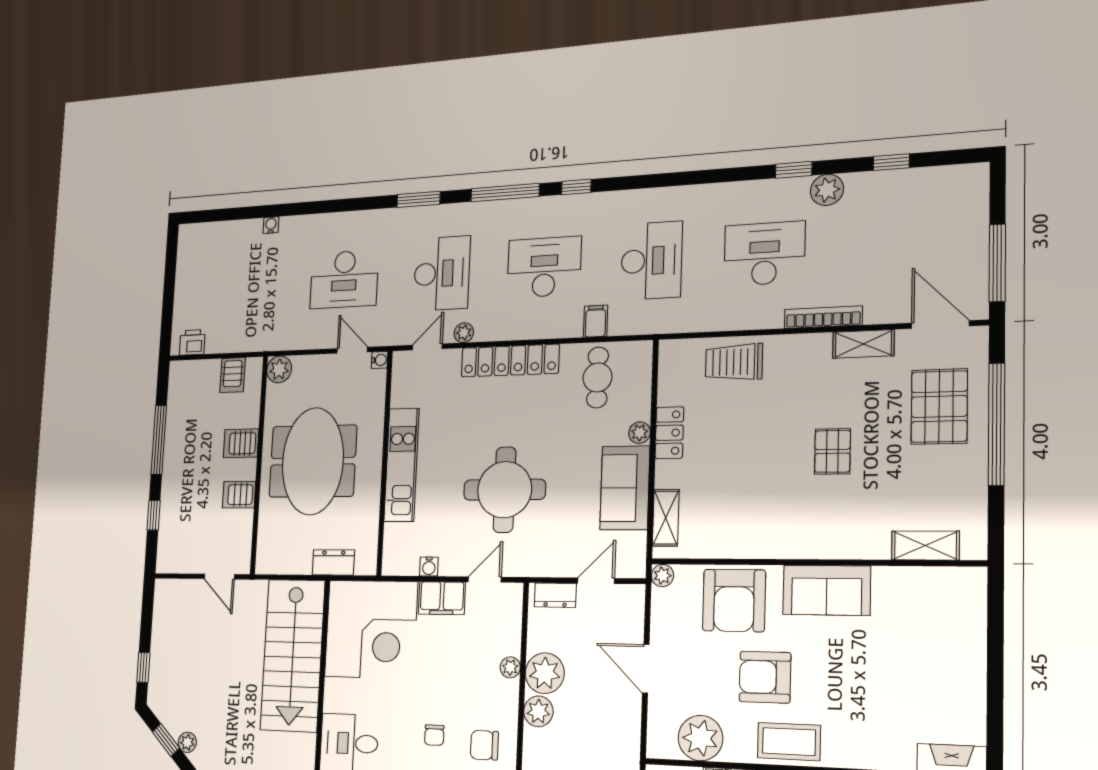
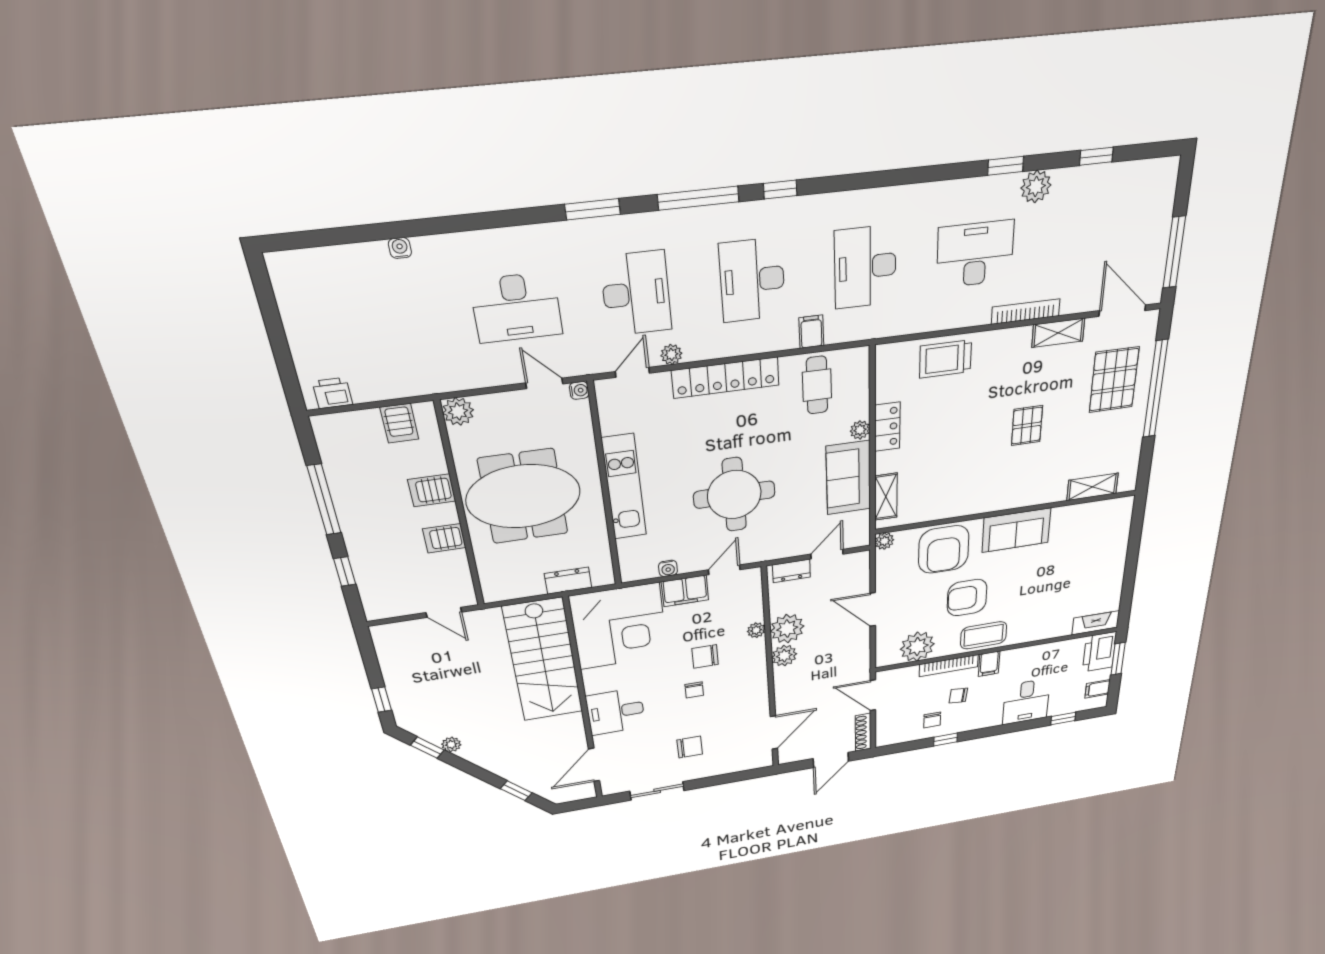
desk: (651, 261) -> (865, 267), turned 180
desk: (544, 267) -> (752, 280), turned -90
meeting table: (313, 461) -> (523, 496), turned 90
chair: (484, 745) -> (705, 657), moved

